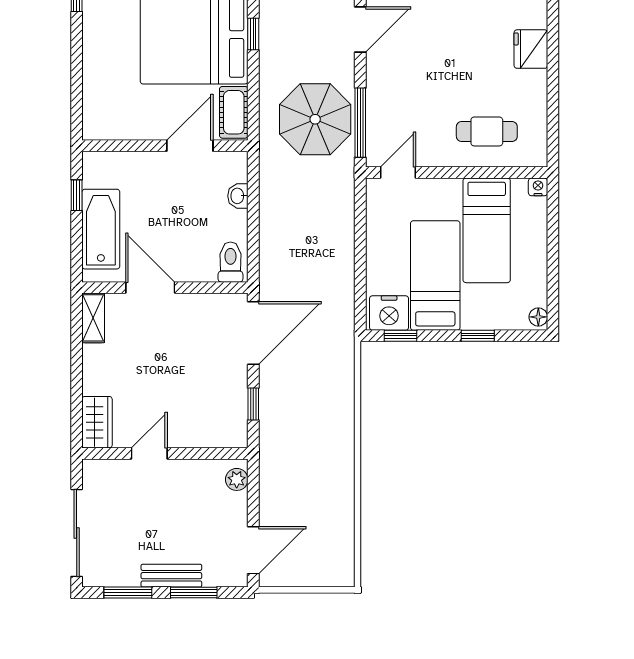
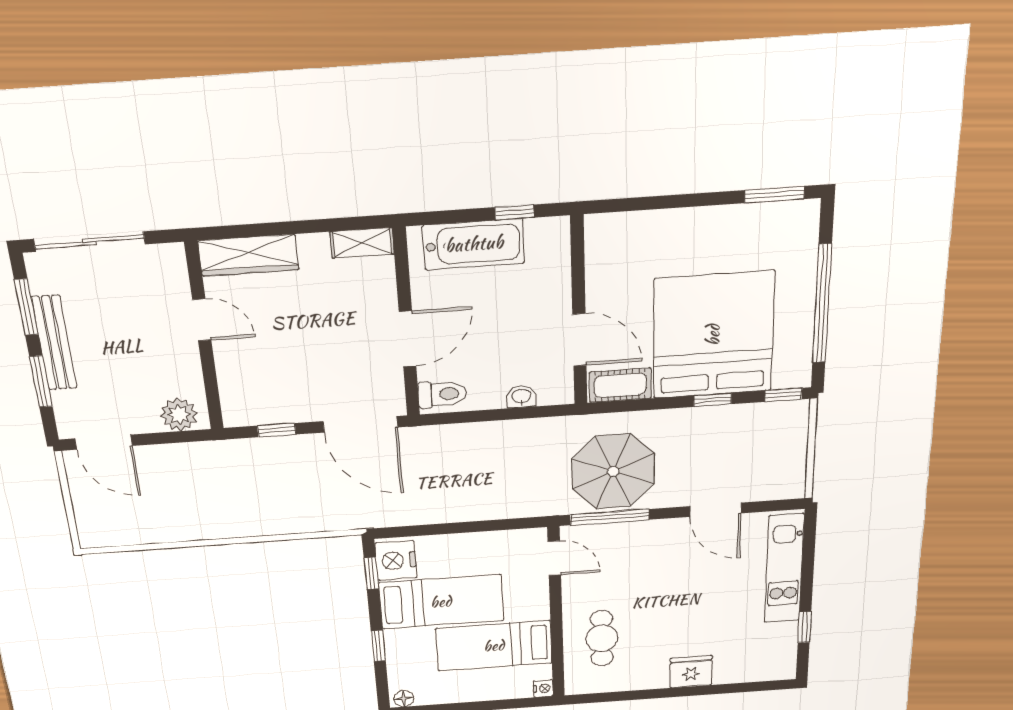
door: (150, 288) -> (408, 339), moved
wardrobe: (97, 422) -> (248, 255), width x1.50
plant: (237, 479) -> (179, 415), width x1.38, depth x1.38
bench: (171, 576) -> (54, 343), width x1.36

